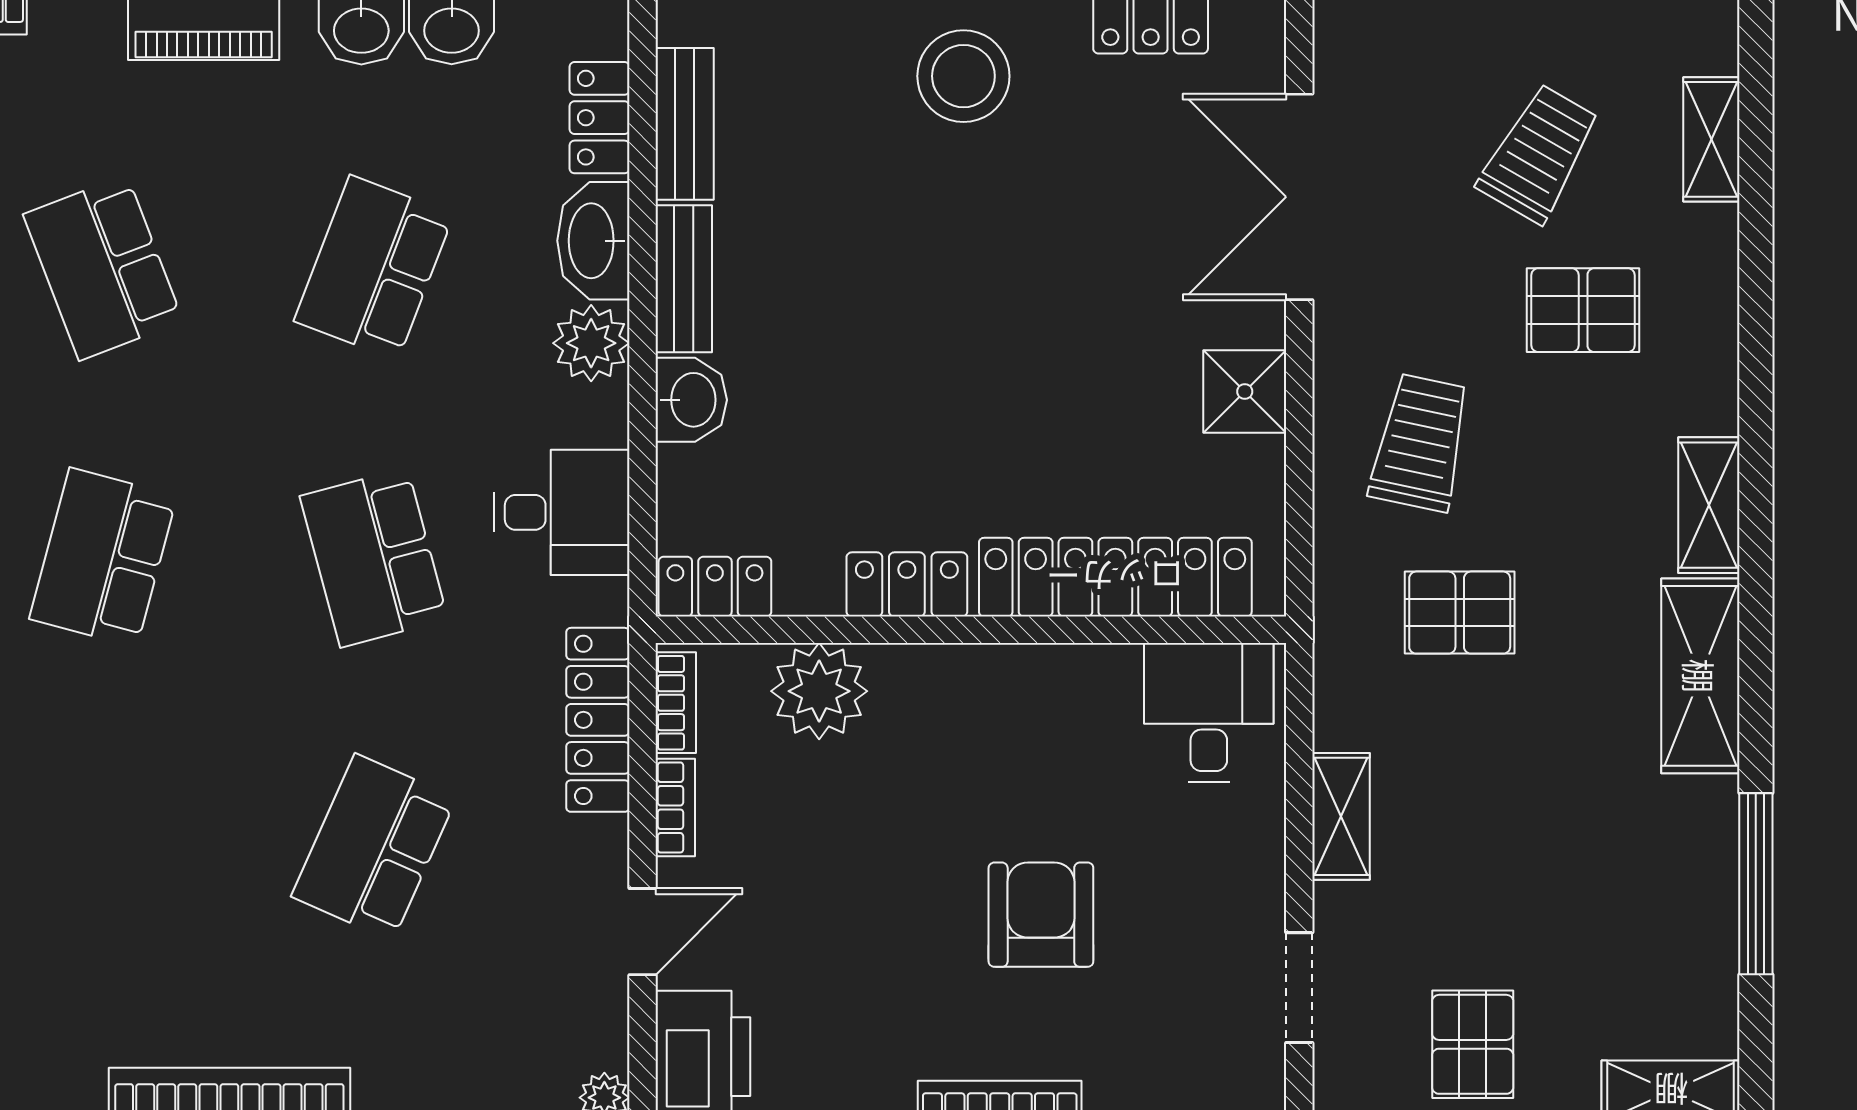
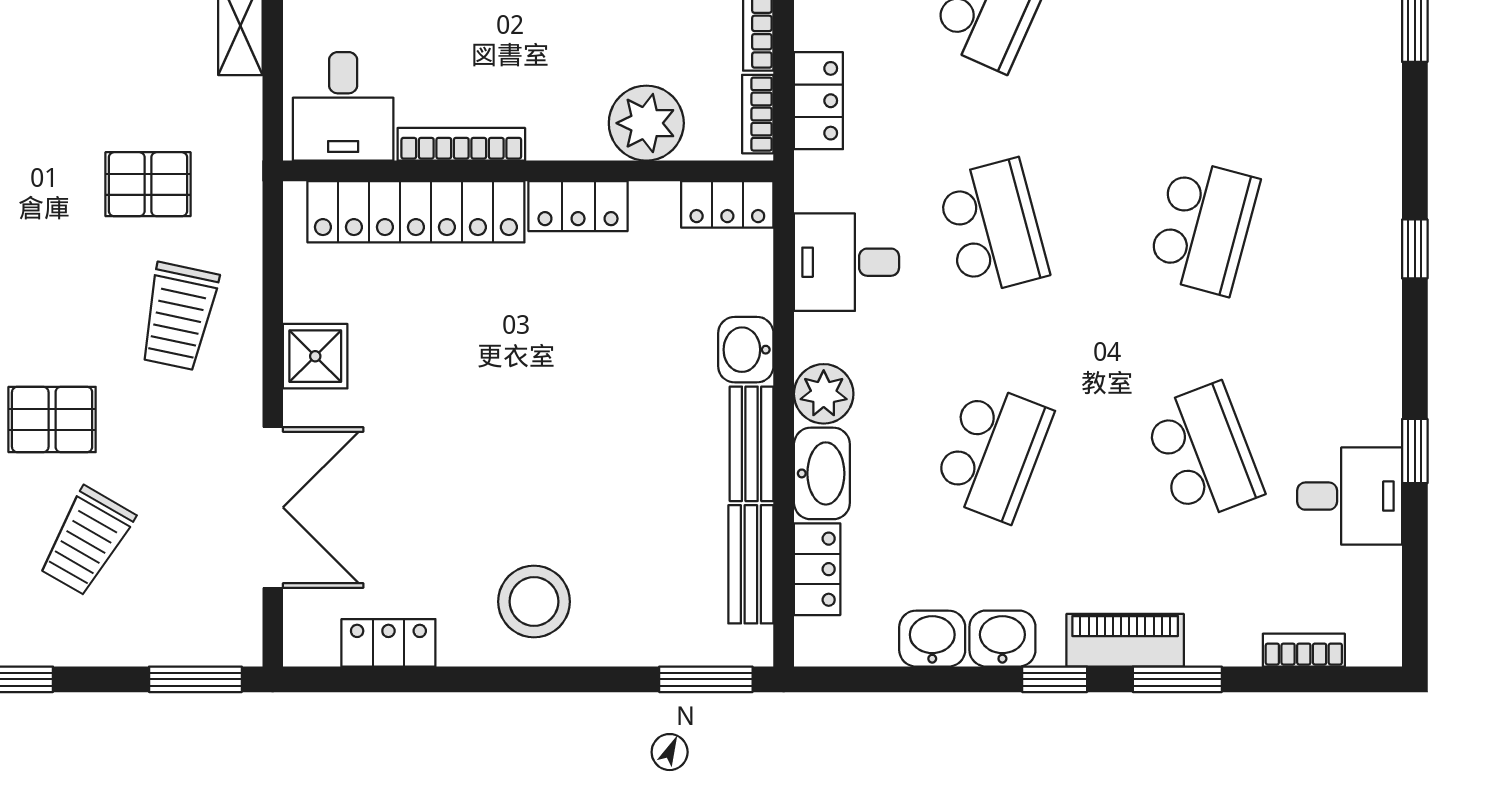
bookcase: (1057, 664) -> (461, 144), added
locker: (598, 720) -> (818, 101), width x0.66

